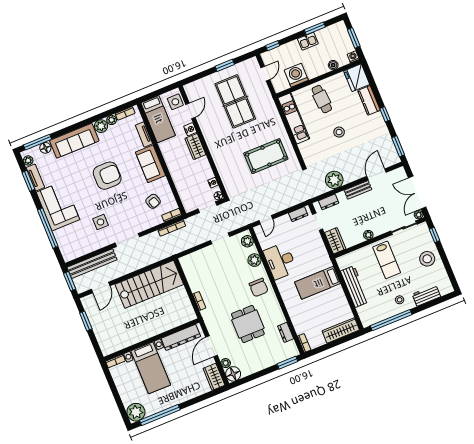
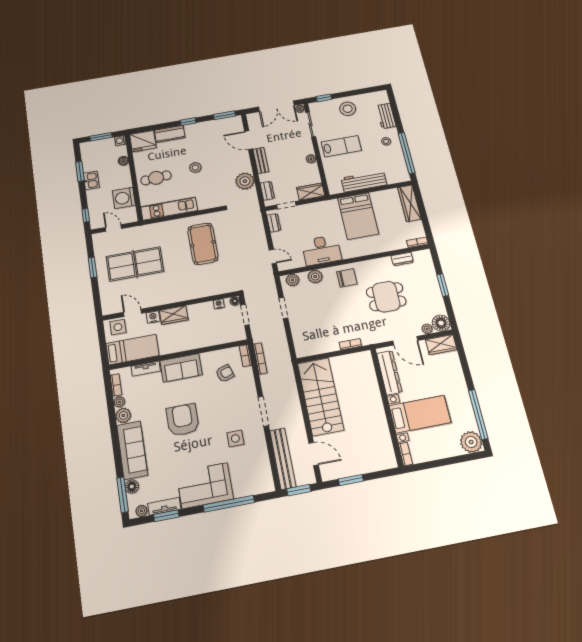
bed: (318, 283) -> (358, 216), width x1.50
window: (287, 363) -> (443, 285), moved

